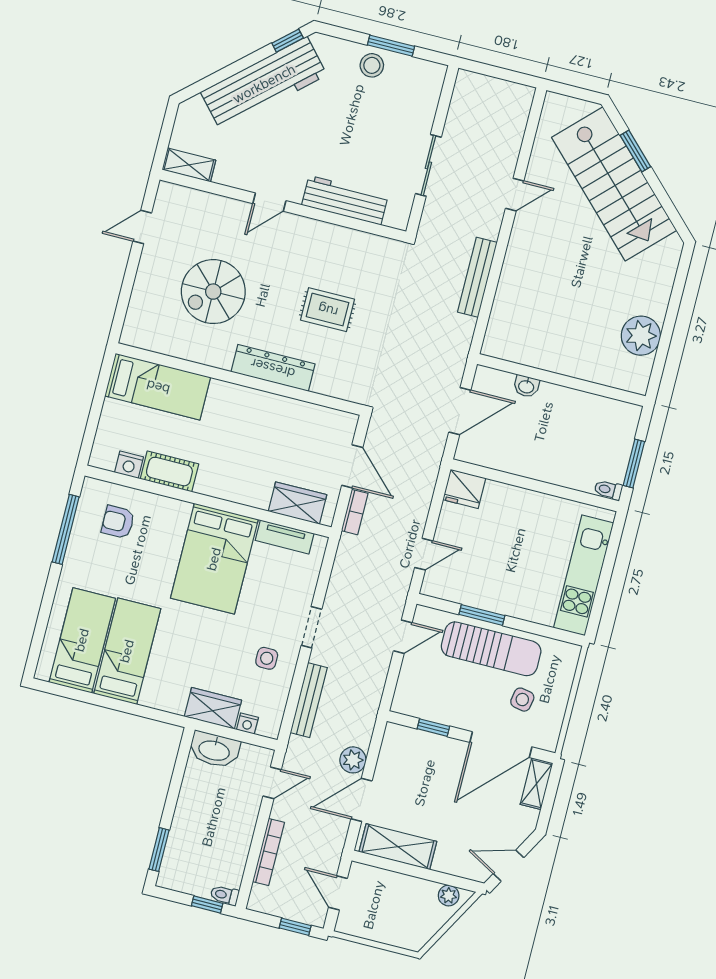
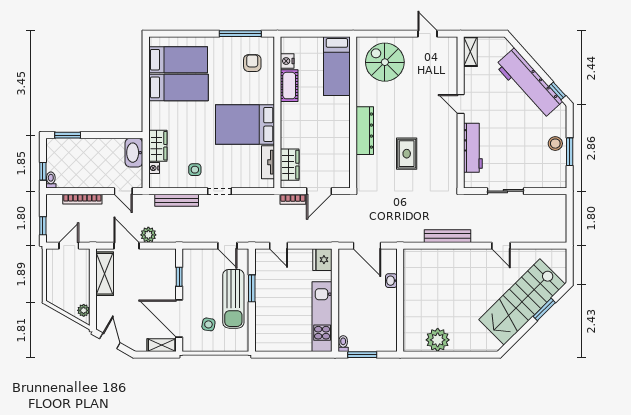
spiral stairs: (213, 292) -> (385, 62), moved
kitchen unit: (583, 575) -> (322, 317), moved, turned -90

